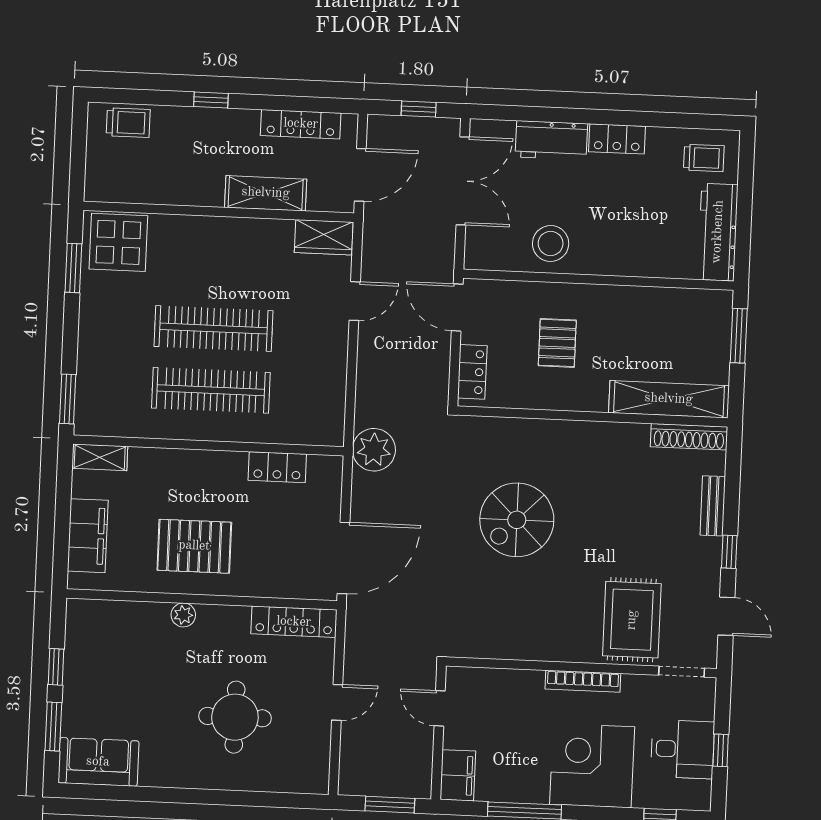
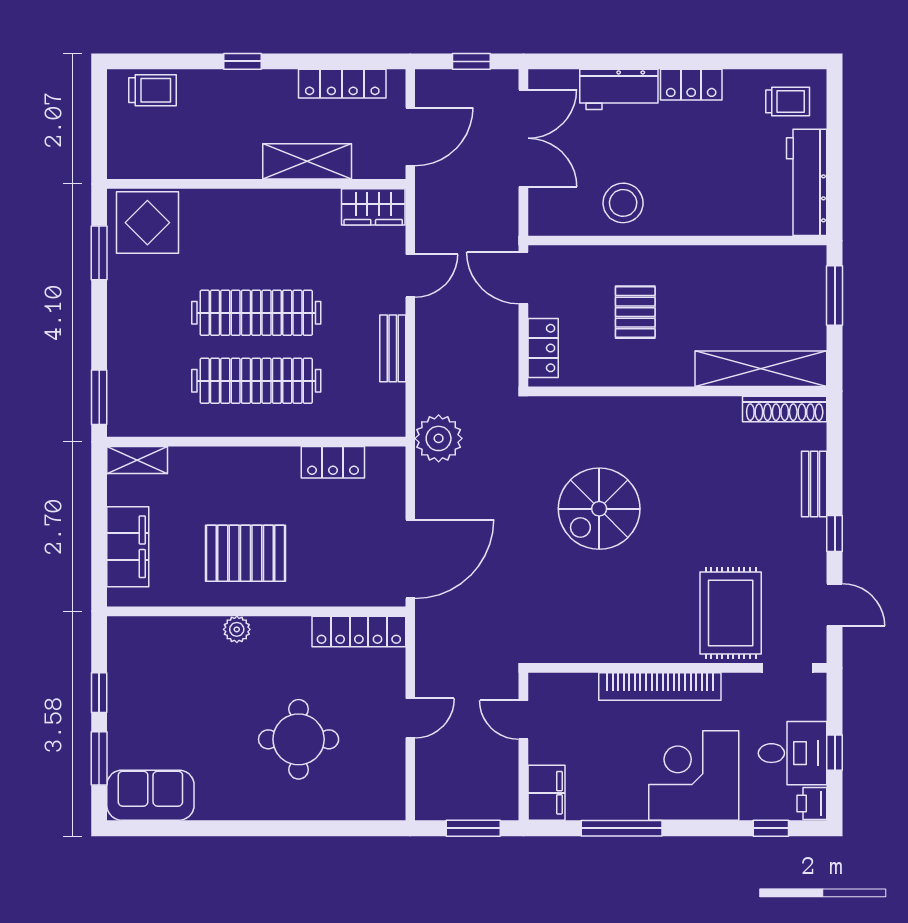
bench: (336, 366) -> (393, 348), added
bookcase: (583, 681) -> (660, 686), width x1.48, depth x1.31
printer: (698, 796) -> (812, 803), added

